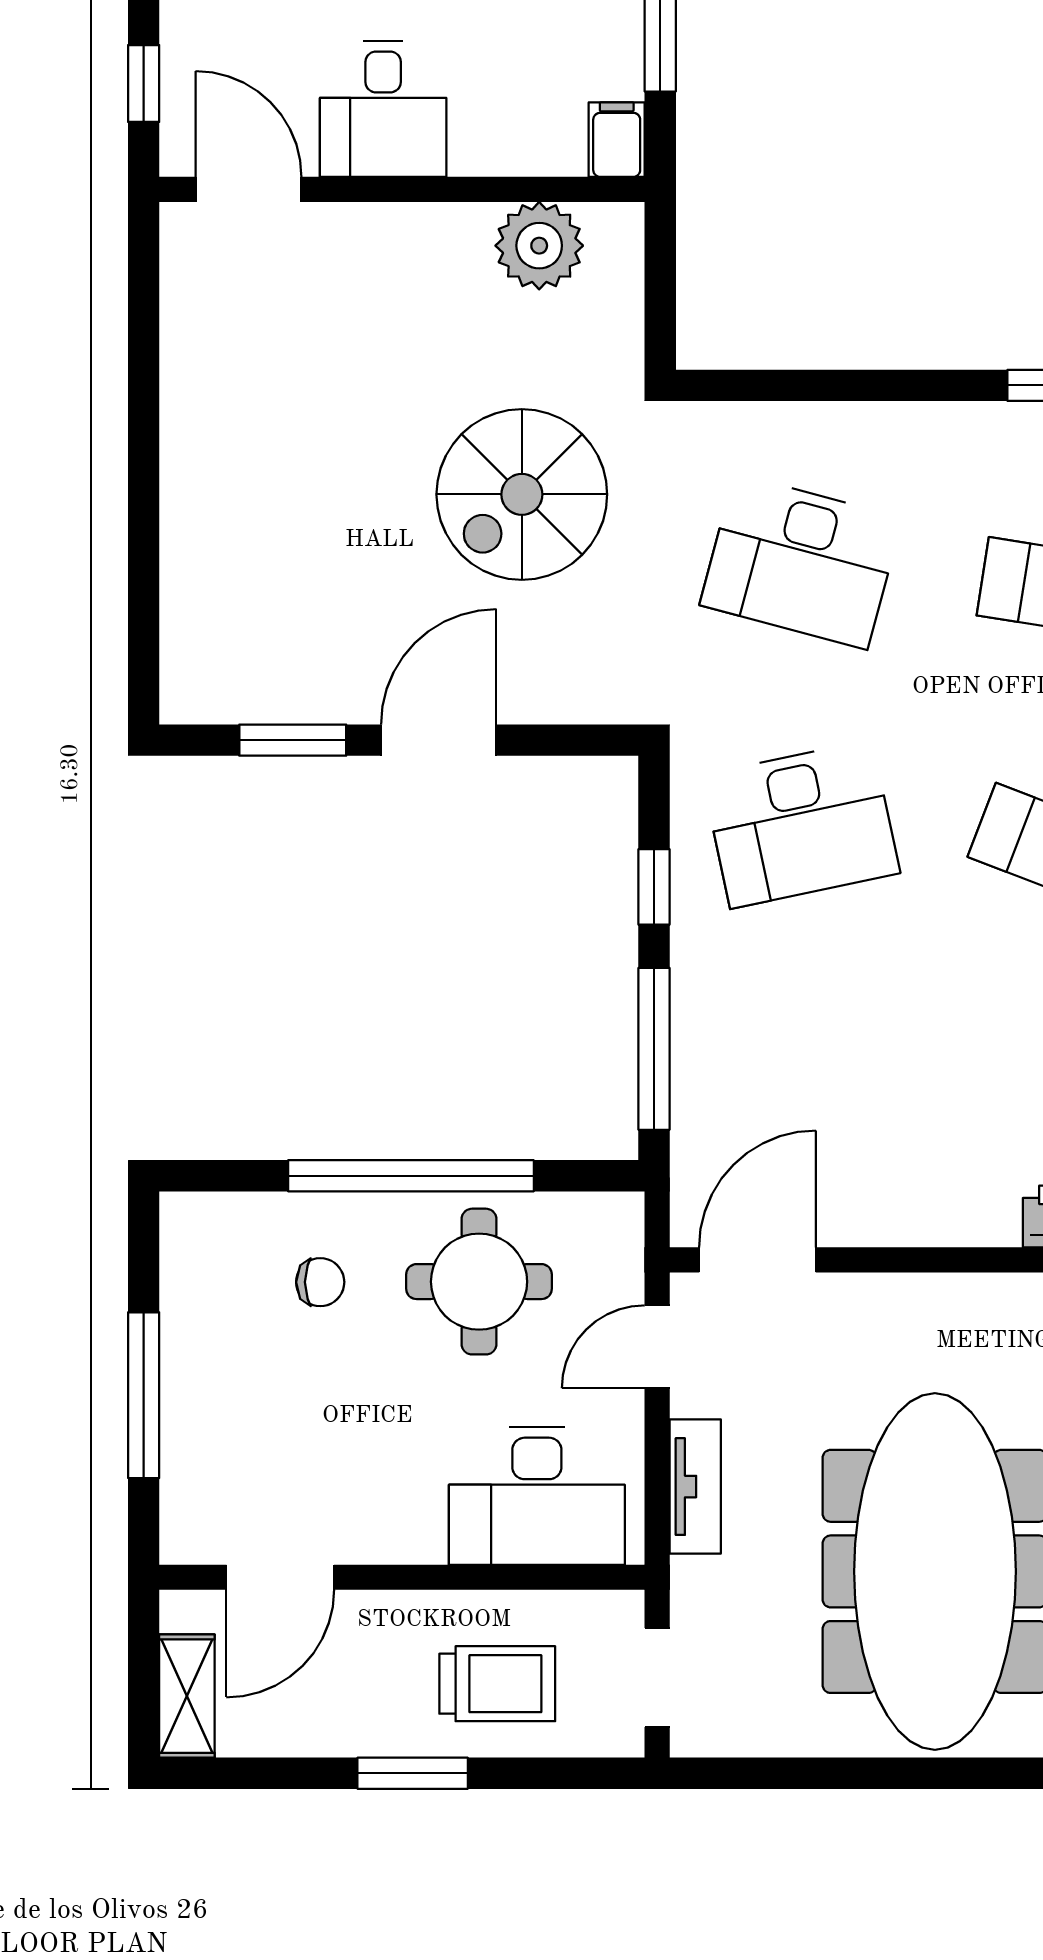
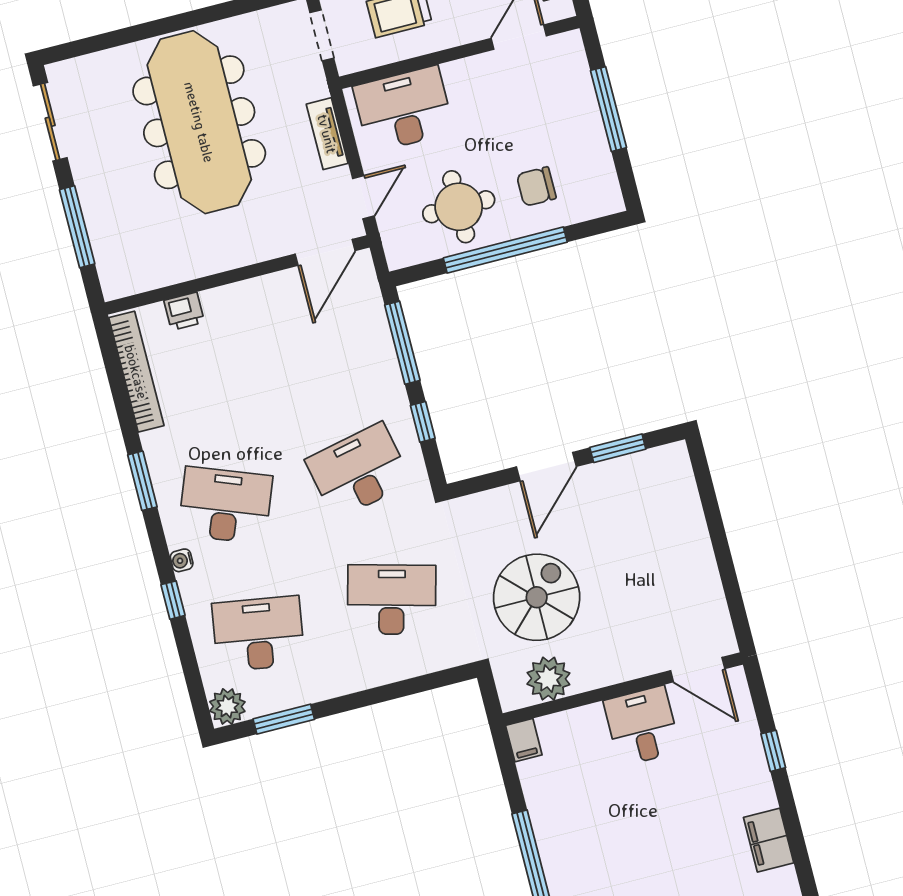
desk: (383, 109) -> (642, 726), moved
filing cabinet: (617, 140) -> (524, 740), moved
door: (249, 189) -> (698, 670), moved
wall: (402, 189) -> (623, 689), moved
plant: (539, 246) -> (548, 679), moved
chair: (320, 1282) -> (536, 187), width x1.37, depth x1.37

